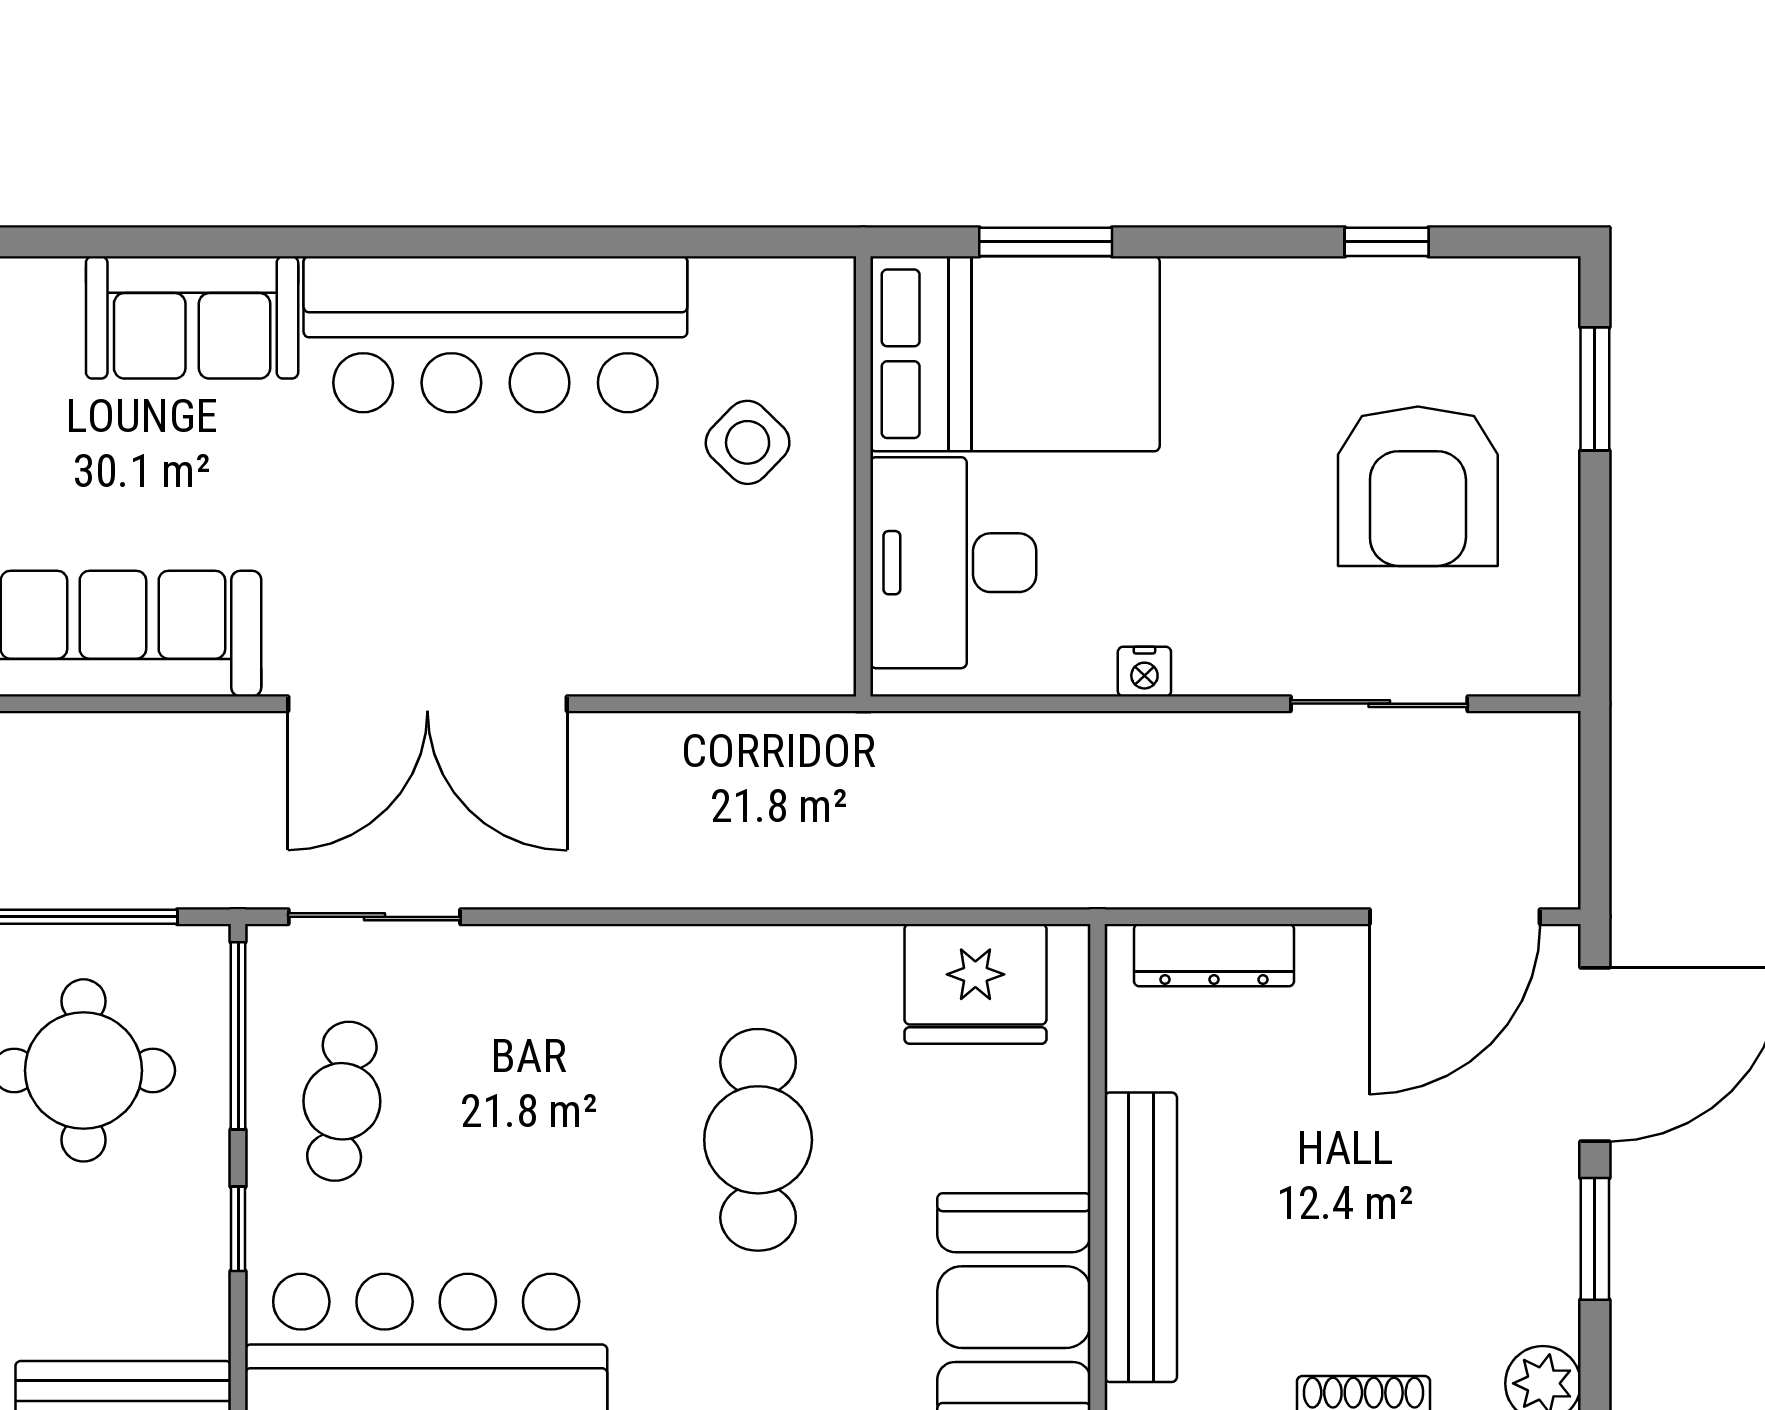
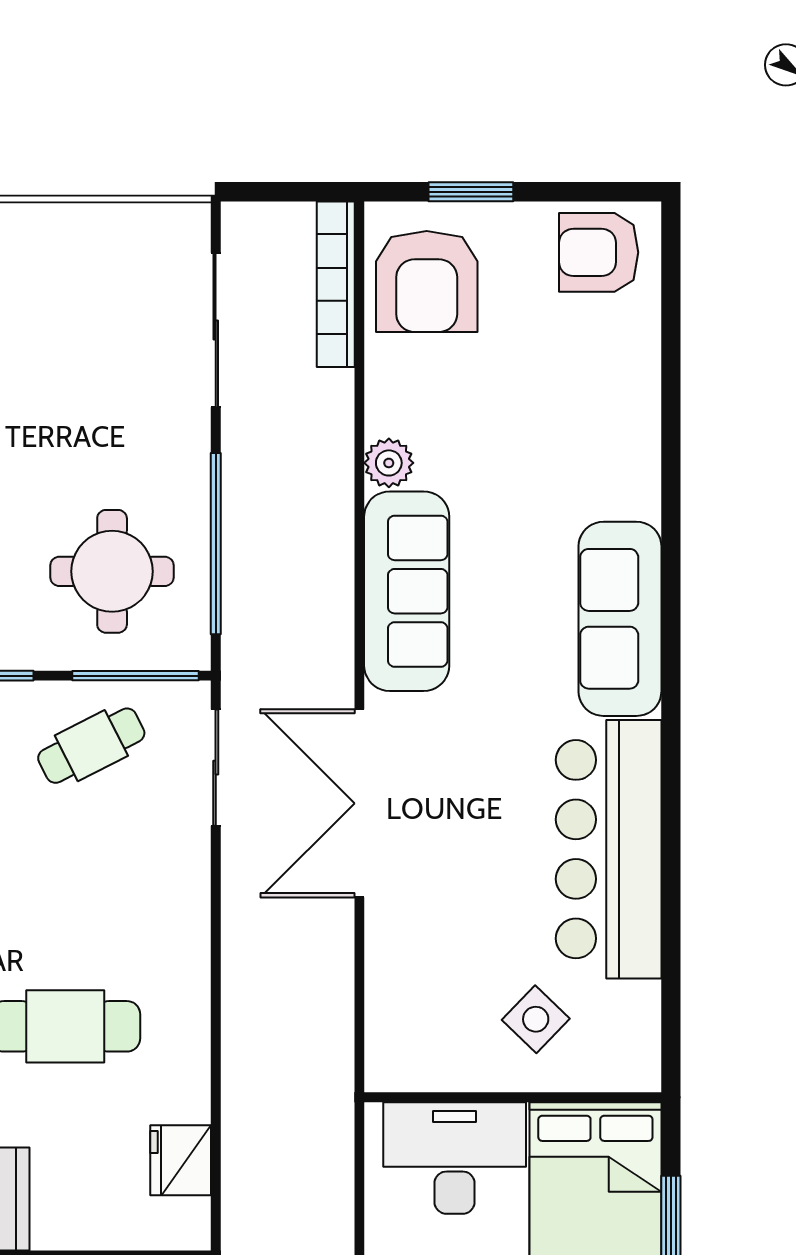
sofa: (192, 317) -> (620, 619), width x1.36
fridge: (975, 984) -> (181, 1160), width x0.73, depth x0.75
cafe table: (342, 1101) -> (91, 746), turned -35

